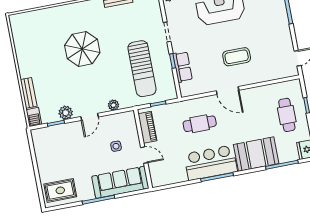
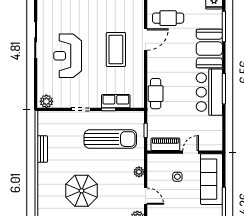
coffee table: (237, 57) -> (116, 49), width x1.36, depth x1.32
door: (228, 91) -> (146, 39), moved
cafe table: (287, 115) -> (168, 18), moved
cafe table: (200, 124) -> (156, 94), moved

